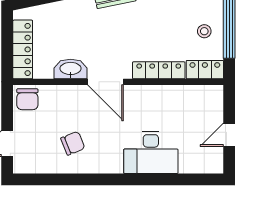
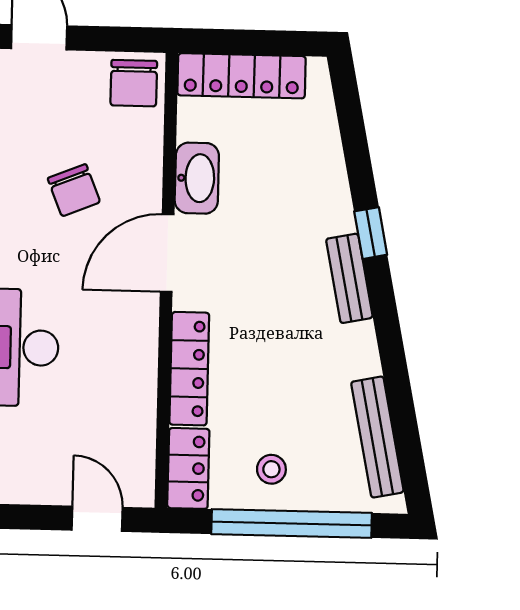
chair: (27, 99) -> (134, 83), turned -90
door: (229, 135) -> (97, 519), moved
chair: (73, 143) -> (74, 190), moved

